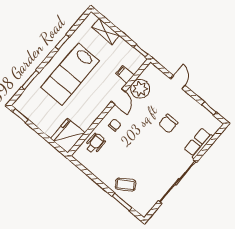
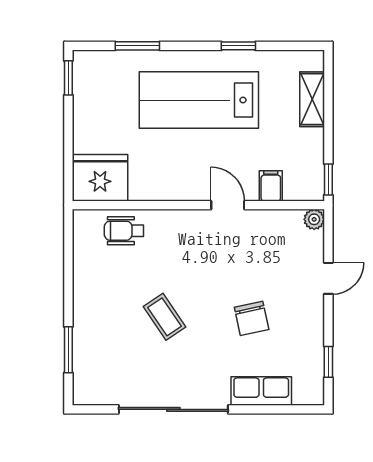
plant: (140, 89) -> (314, 219), moved, width x0.53, depth x0.53
door: (118, 97) -> (228, 205), swing flipped
chair: (168, 124) -> (252, 318), turned -102
chair: (115, 125) -> (178, 237), removed
wheelchair: (95, 143) -> (124, 231), turned 180
coffee table: (126, 185) -> (165, 317), moved

